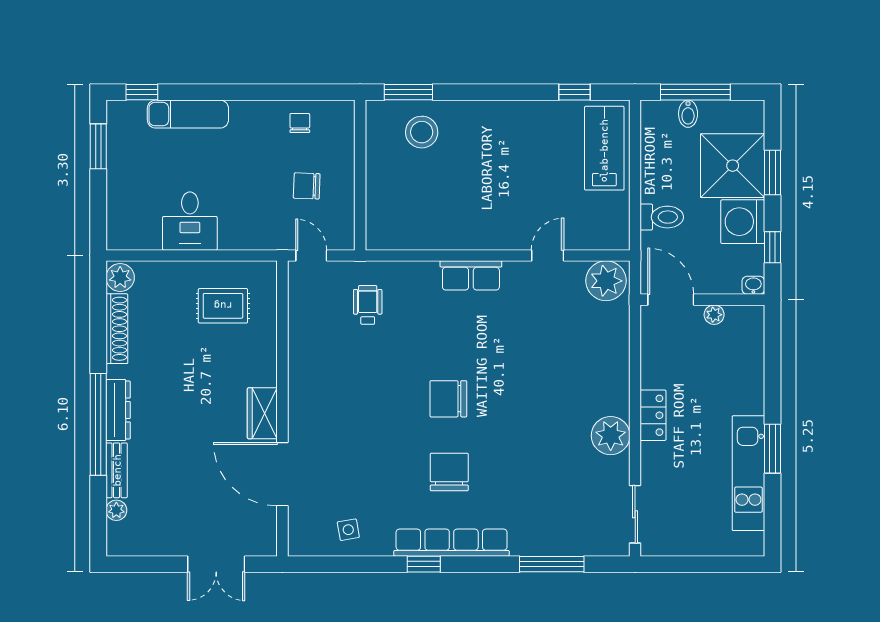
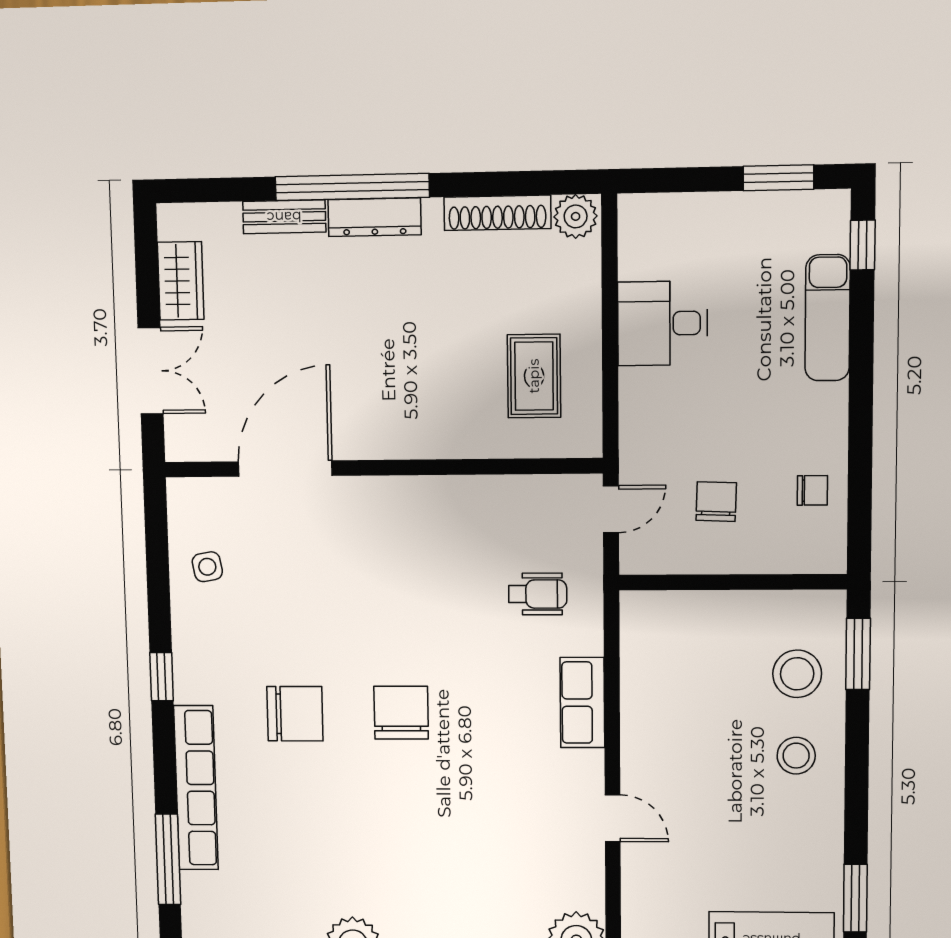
window: (575, 92) -> (855, 898), width x1.50
stool: (477, 132) -> (796, 756), added
door: (548, 255) -> (613, 818), moved
row of seats: (471, 275) -> (582, 703), moved
wardrobe: (262, 413) -> (181, 281), moved, turned 90
plant: (116, 510) -> (225, 218), removed
row of seats: (452, 543) -> (196, 788), moved
double door: (216, 564) -> (151, 371), swing flipped

